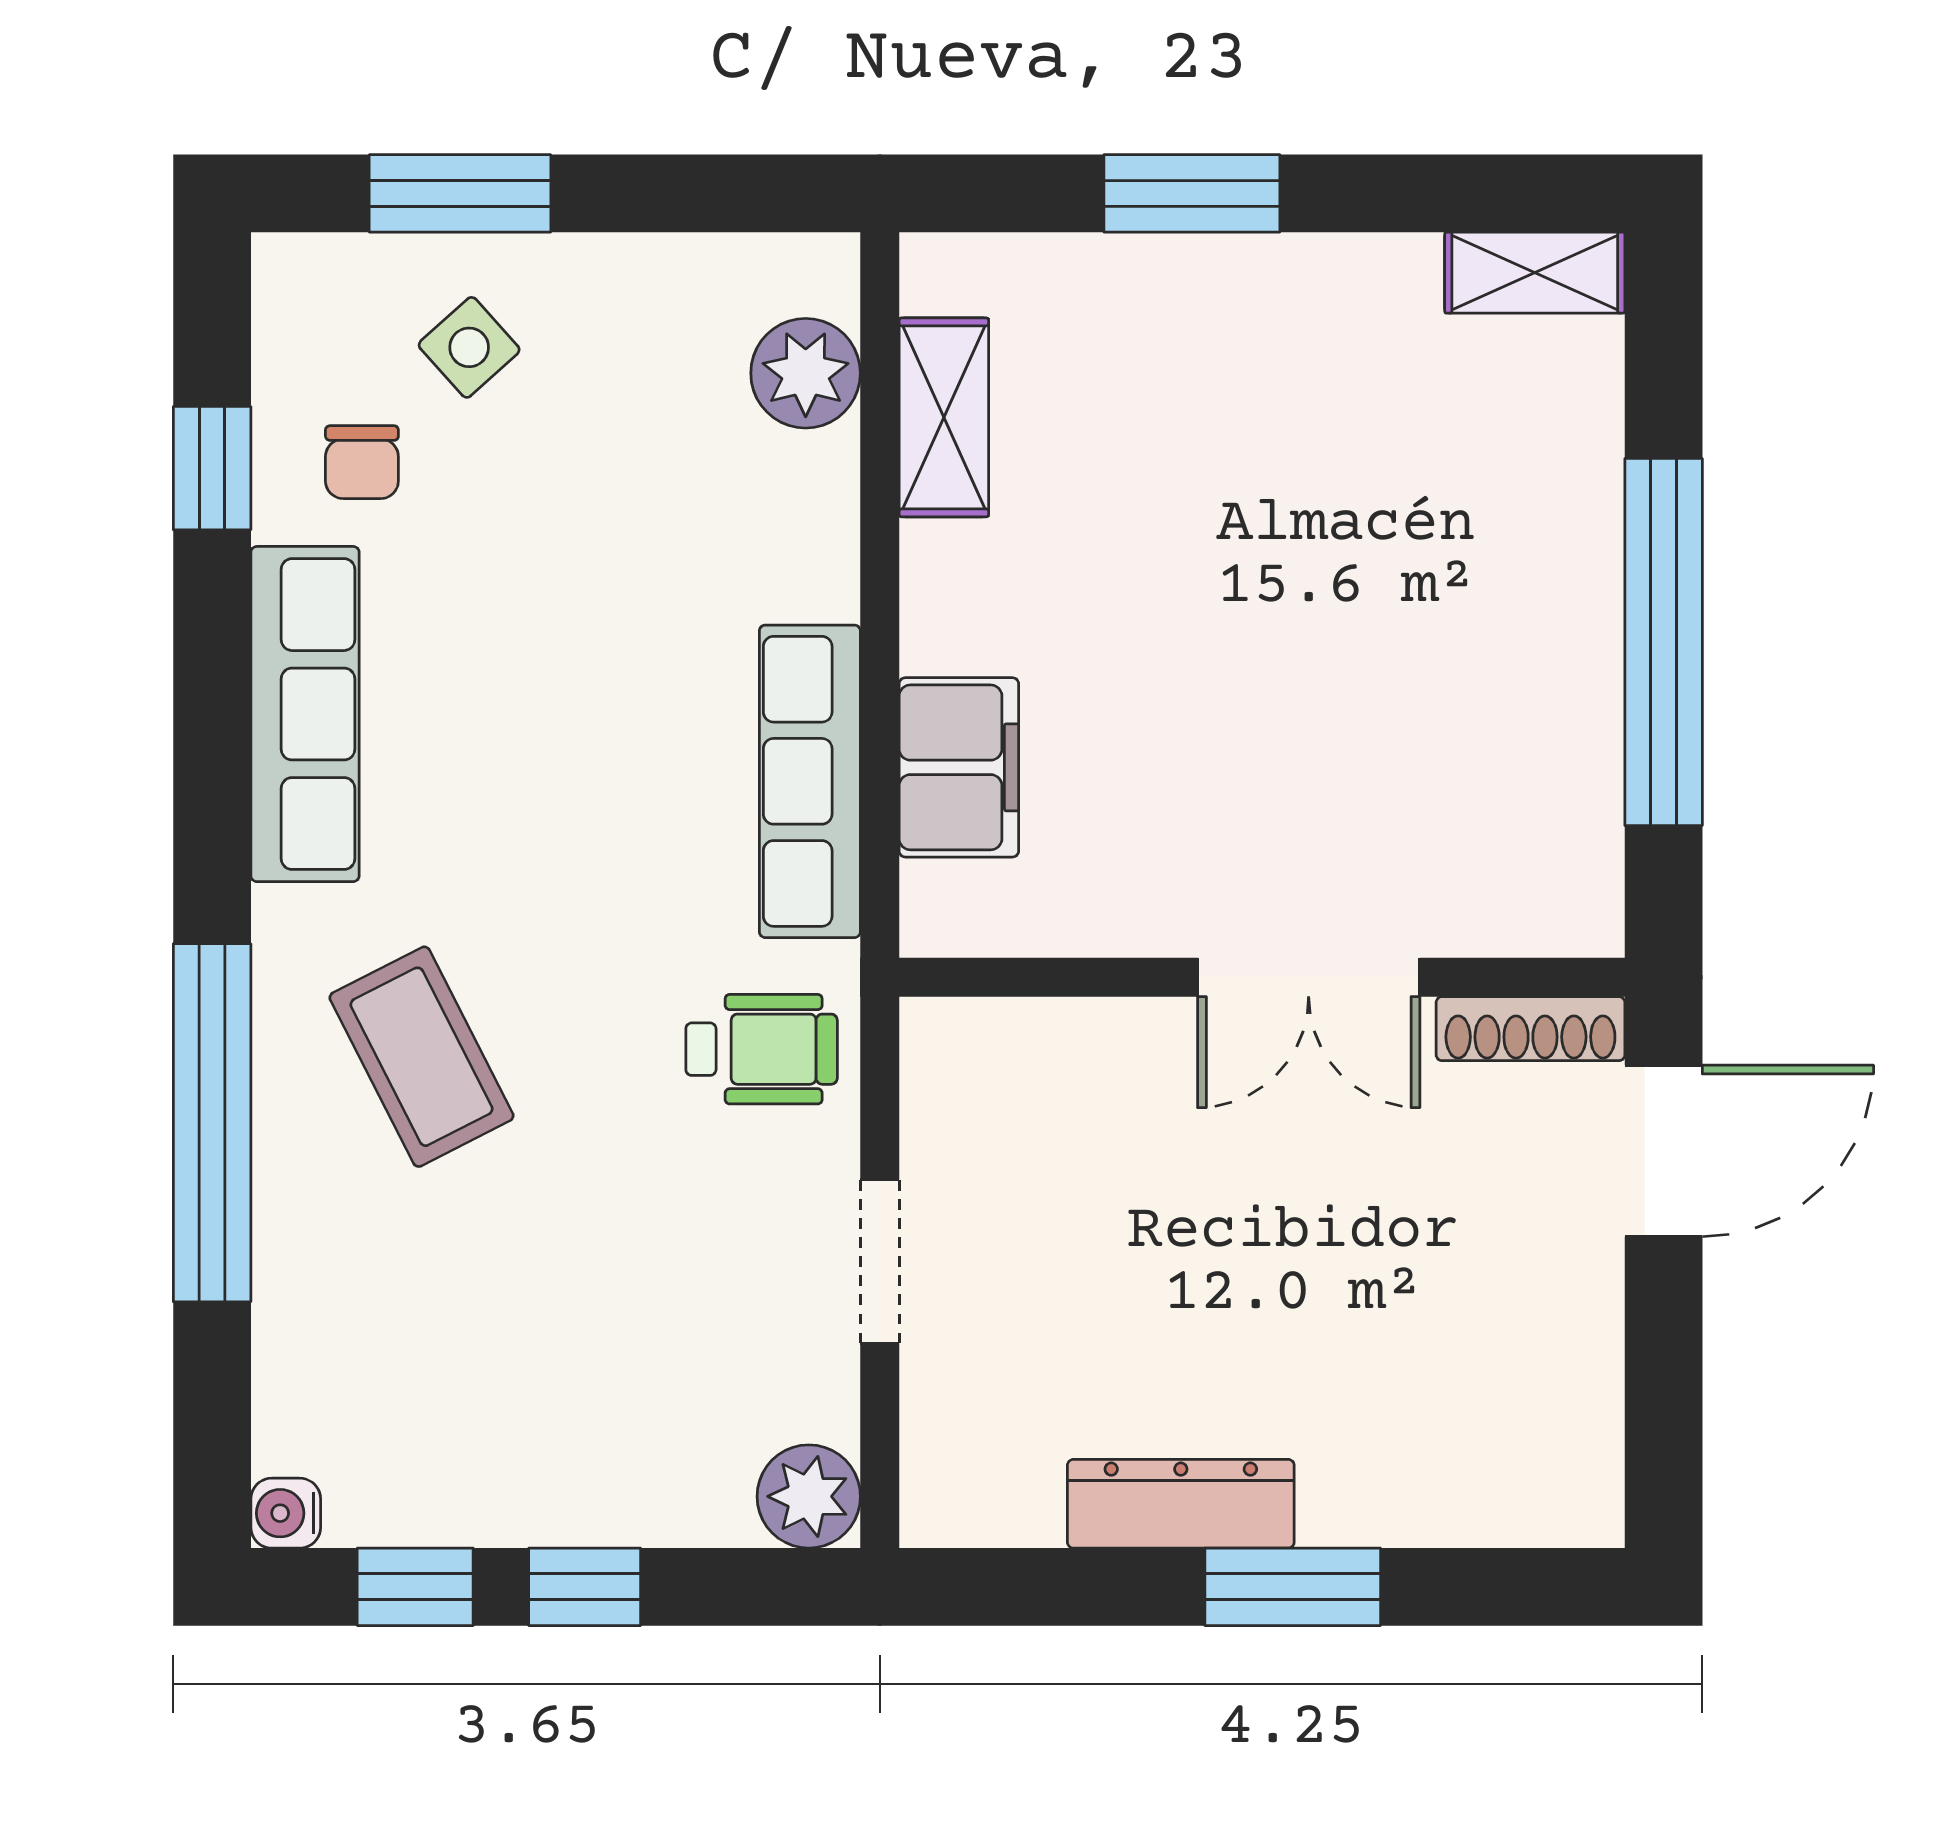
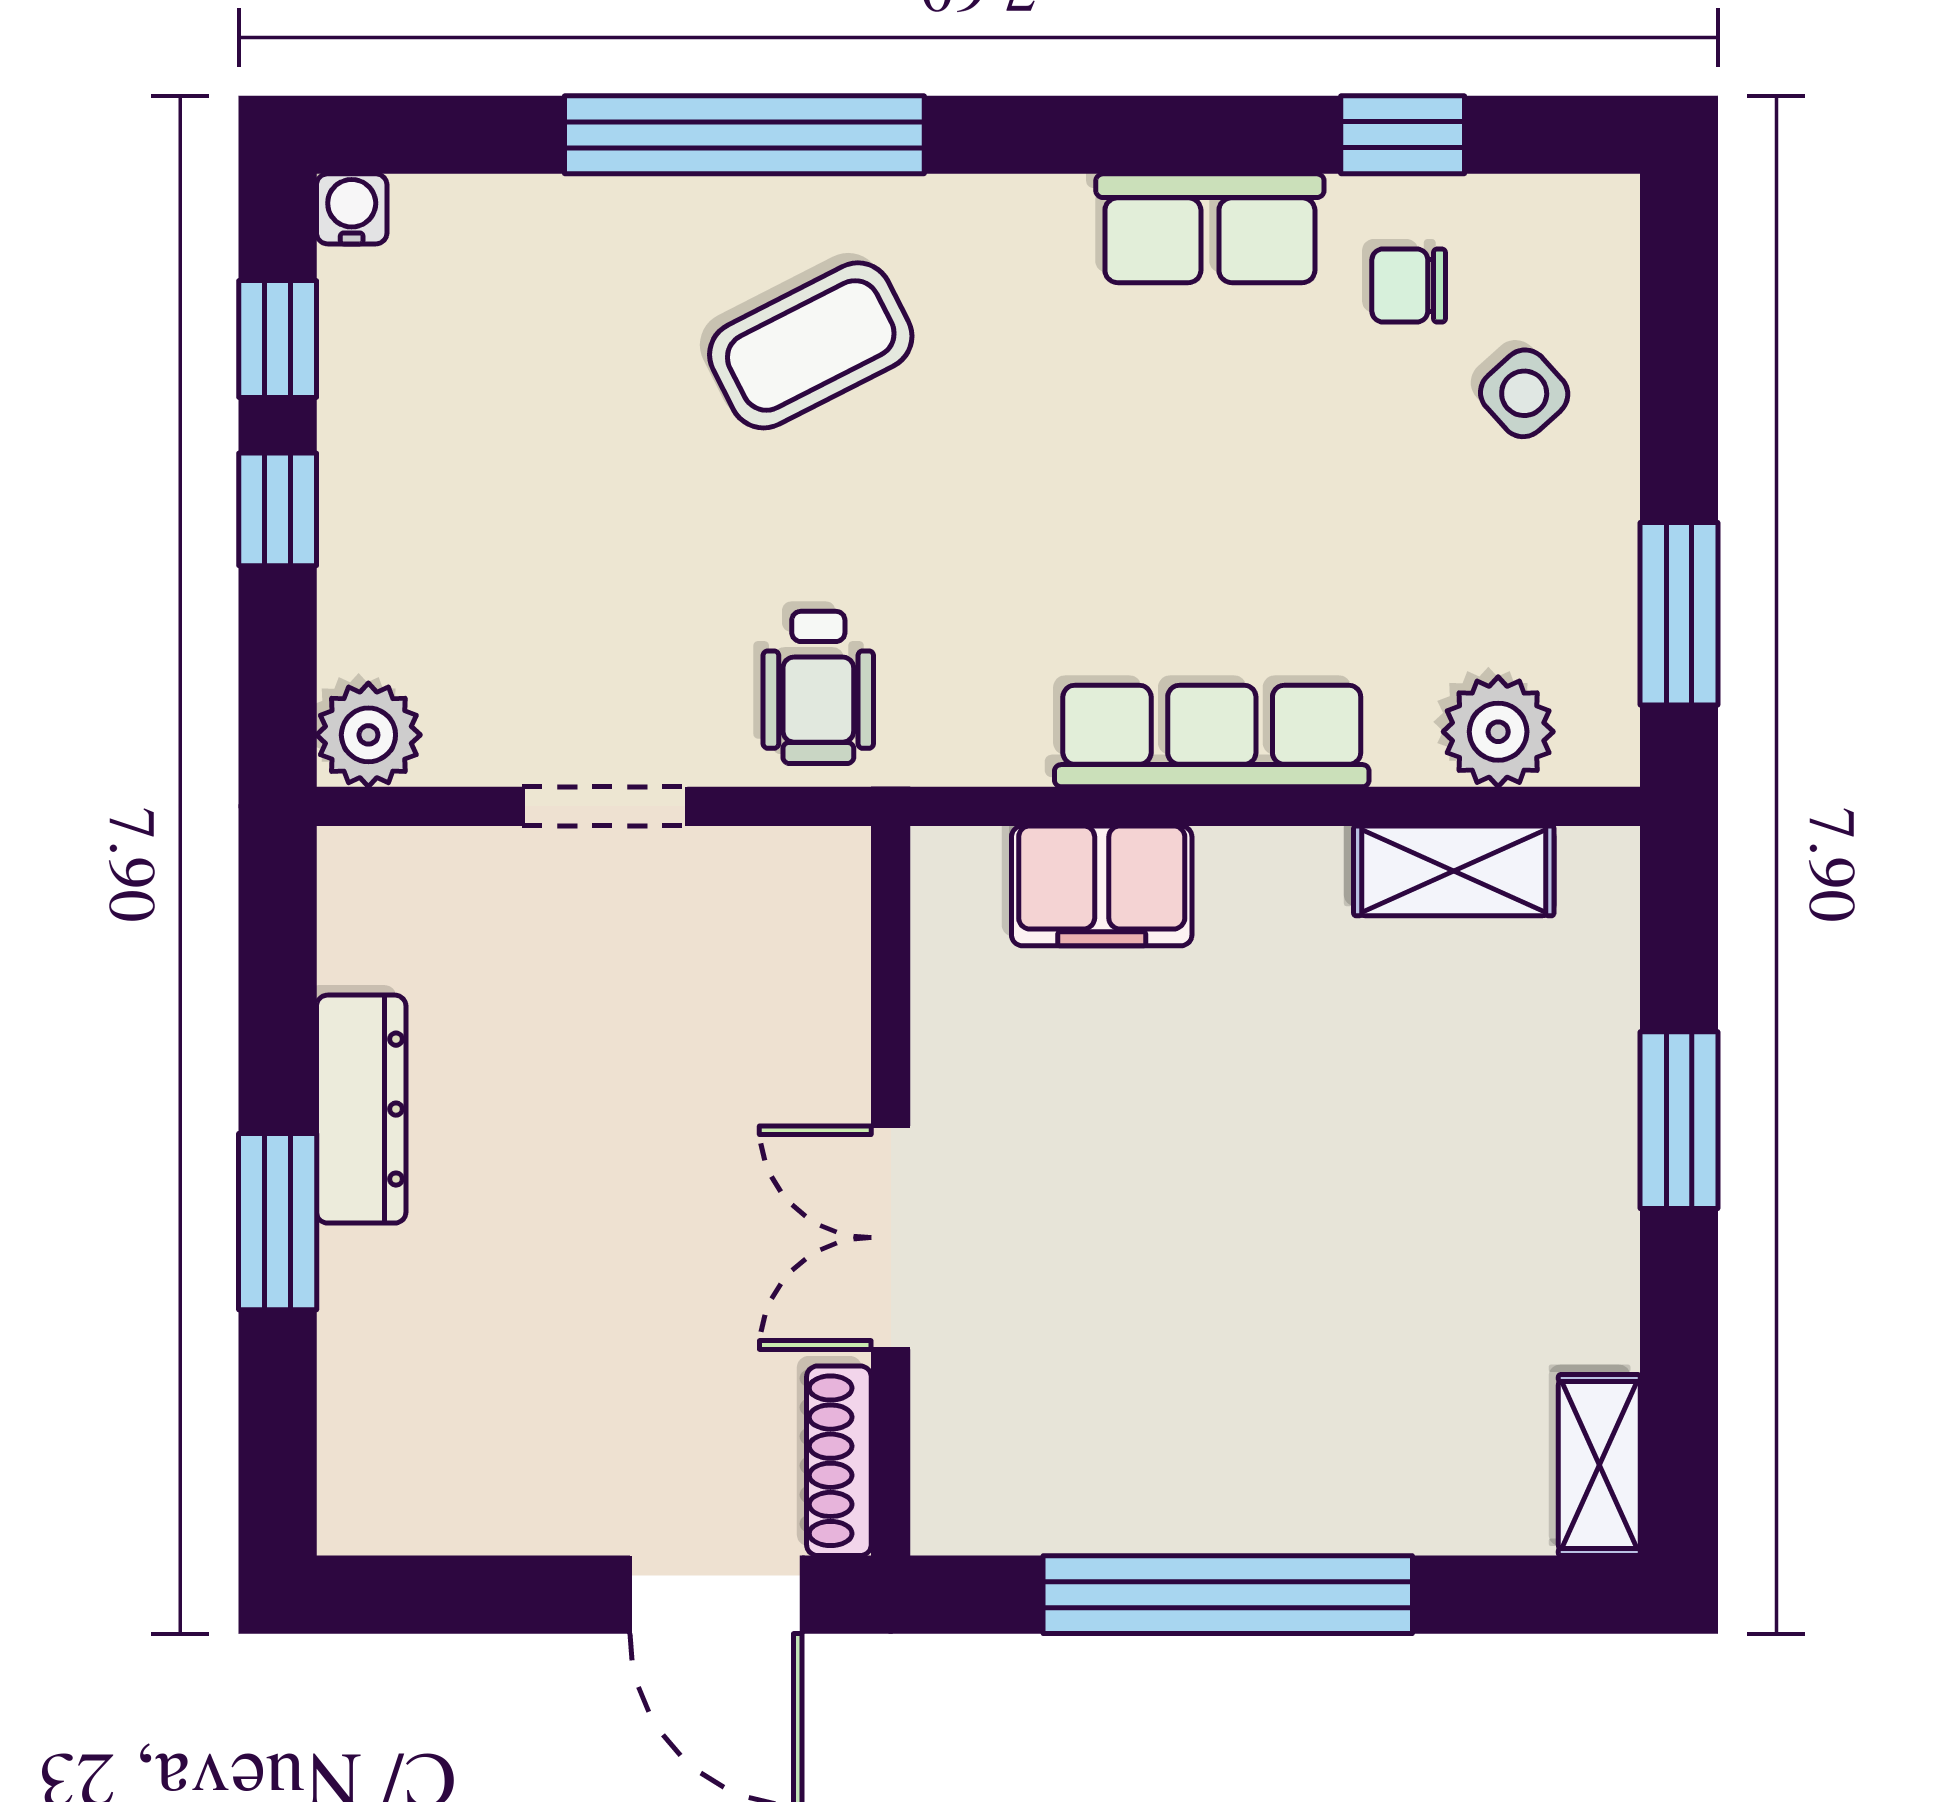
window: (460, 193) -> (1679, 614), moved
row of seats: (305, 714) -> (1210, 228), width x0.68
row of seats: (810, 781) -> (1212, 736), moved

